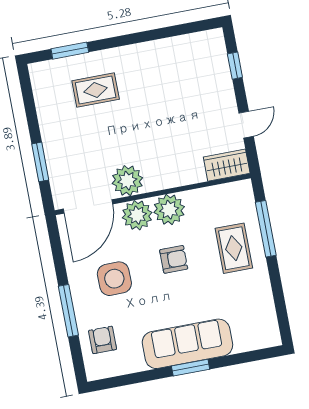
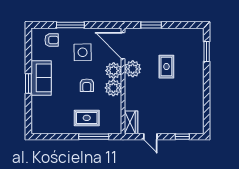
rug: (96, 90) -> (166, 67), moved
sofa: (187, 344) -> (41, 78), width x0.73

